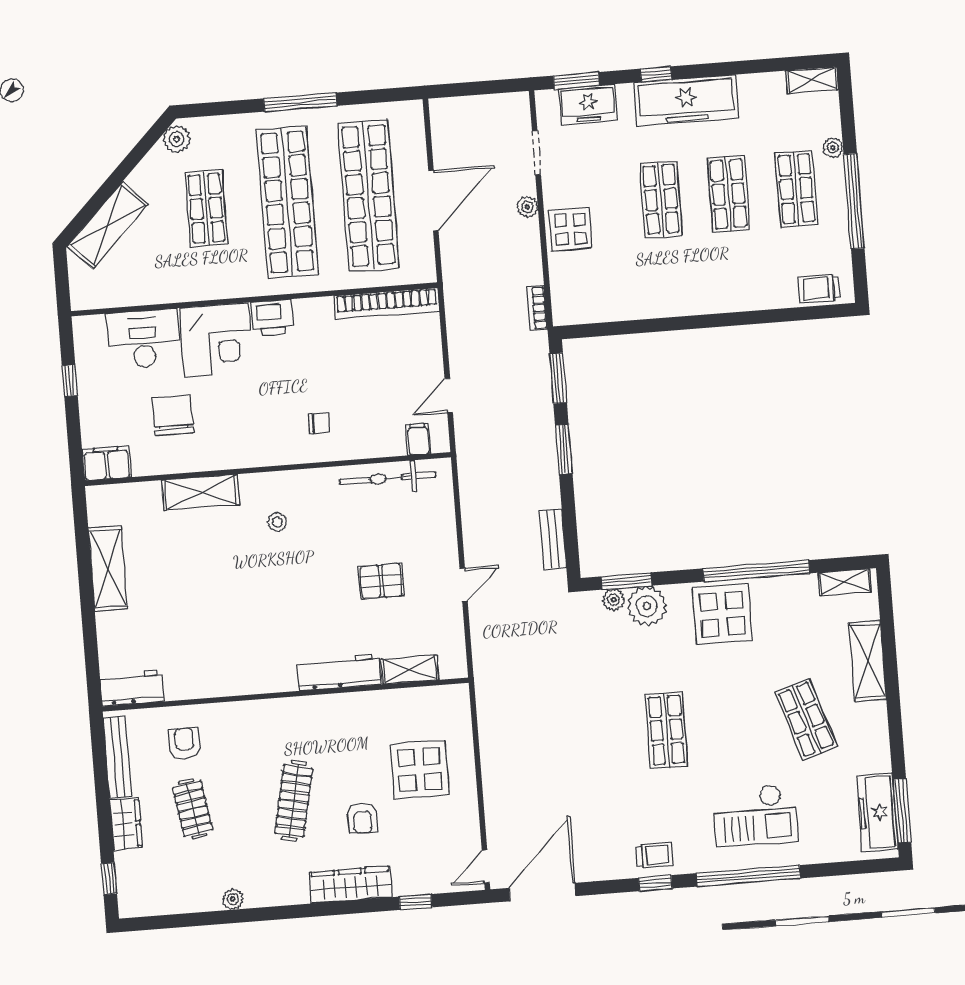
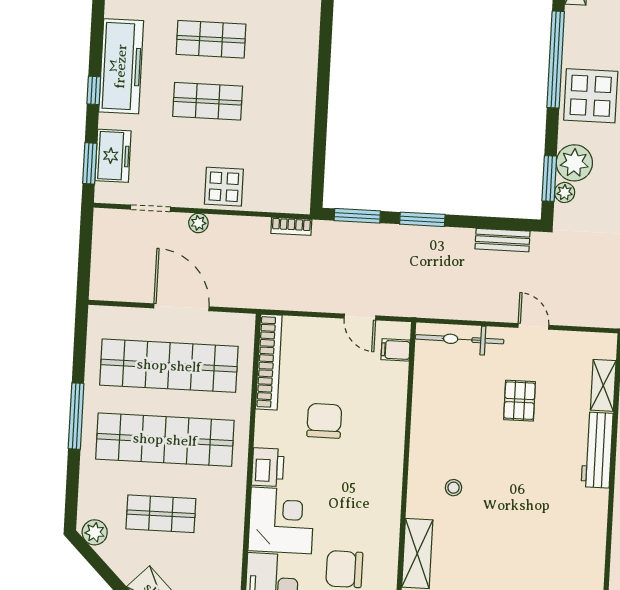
chair: (319, 423) -> (324, 421), moved, width x1.87, depth x1.87
bicycle: (388, 478) -> (460, 339), moved, turned 90

